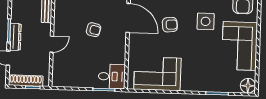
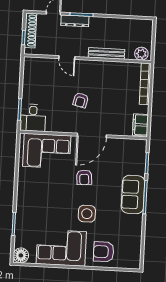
corner sofa: (157, 74) -> (47, 151), moved, turned 90

